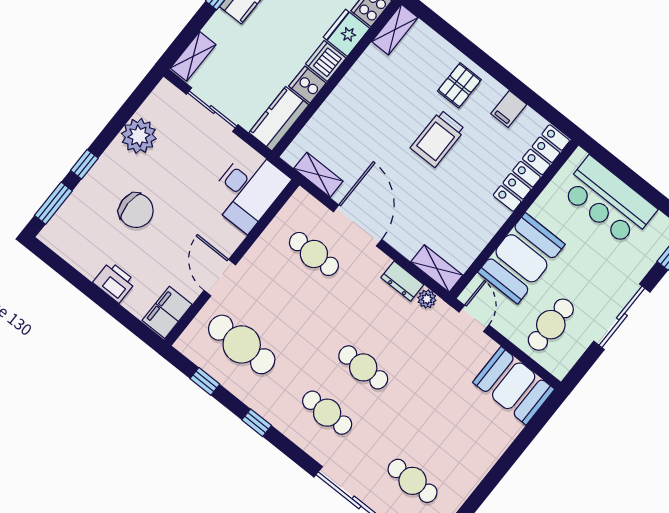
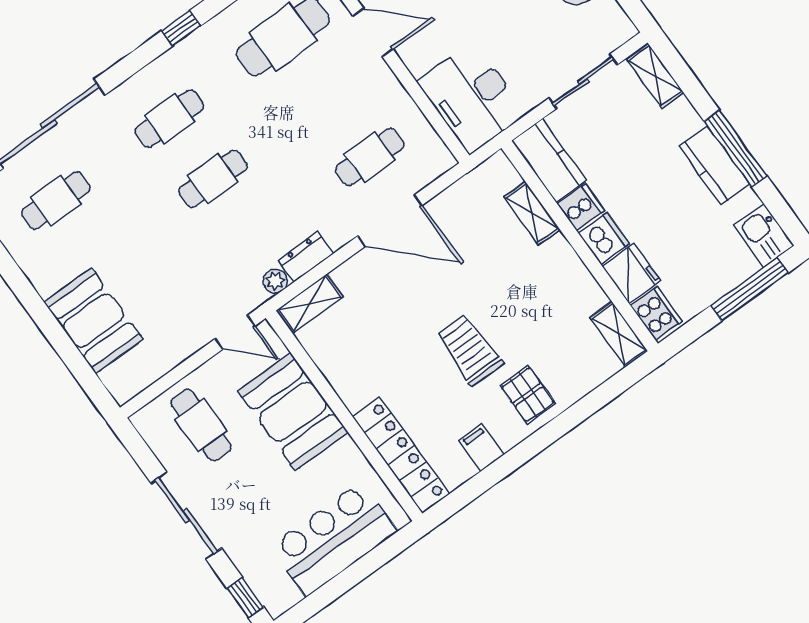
shelving: (318, 175) -> (532, 213), moved, turned 90
booth: (514, 386) -> (93, 321), moved, turned 90

